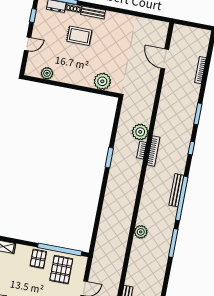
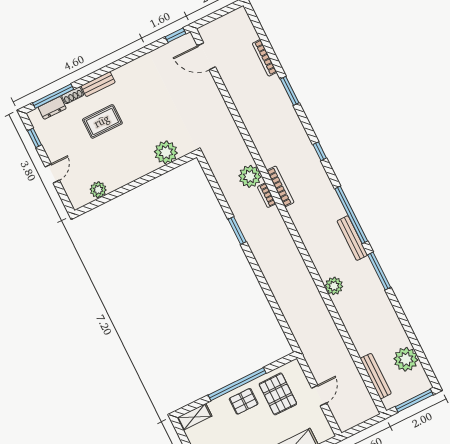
window: (159, 18) -> (176, 35), added
door: (165, 59) -> (206, 56), moved
window: (198, 114) -> (290, 91), moved
bench: (176, 190) -> (352, 238), moved
window: (60, 249) -> (237, 384), moved
pallet: (38, 259) -> (244, 401), turned 90

